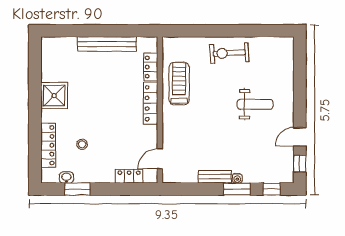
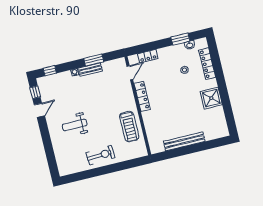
locker: (151, 67) -> (151, 133), removed
locker: (151, 103) -> (142, 96), moved
window: (237, 189) -> (94, 60), moved

